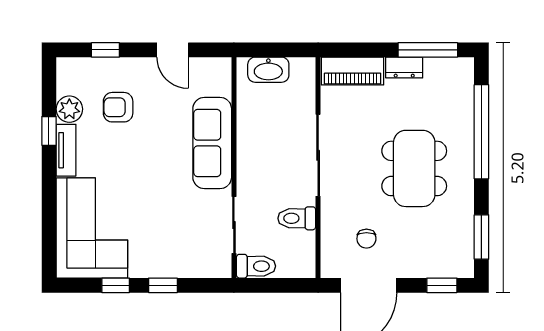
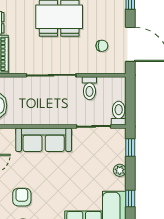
armchair: (118, 107) -> (22, 197), turned 180
plant: (162, 268) -> (120, 170), added
window: (163, 285) -> (130, 147), moved

